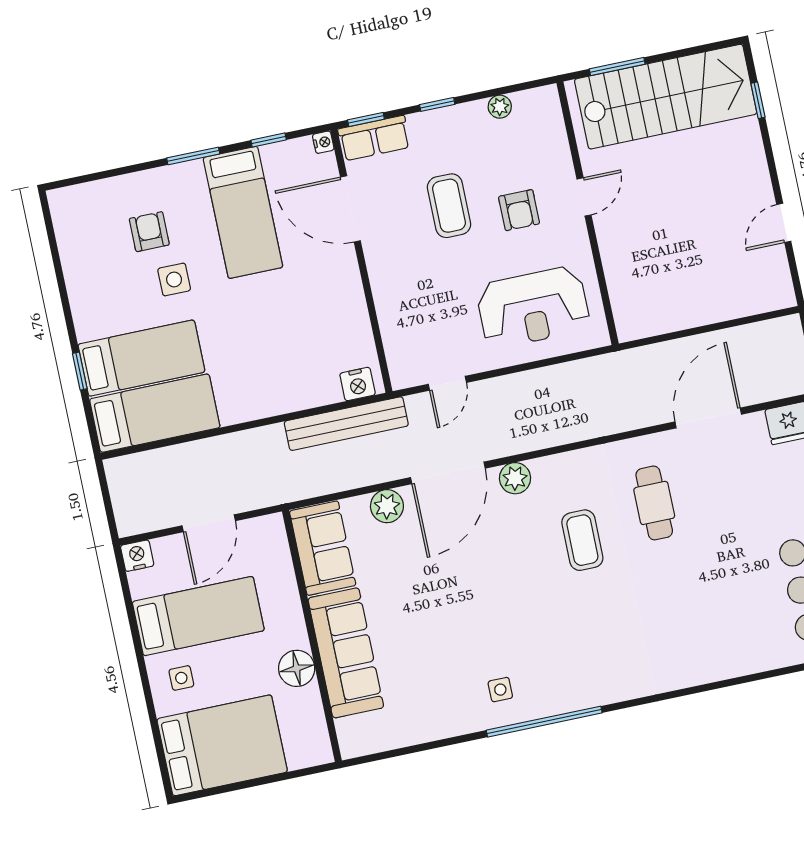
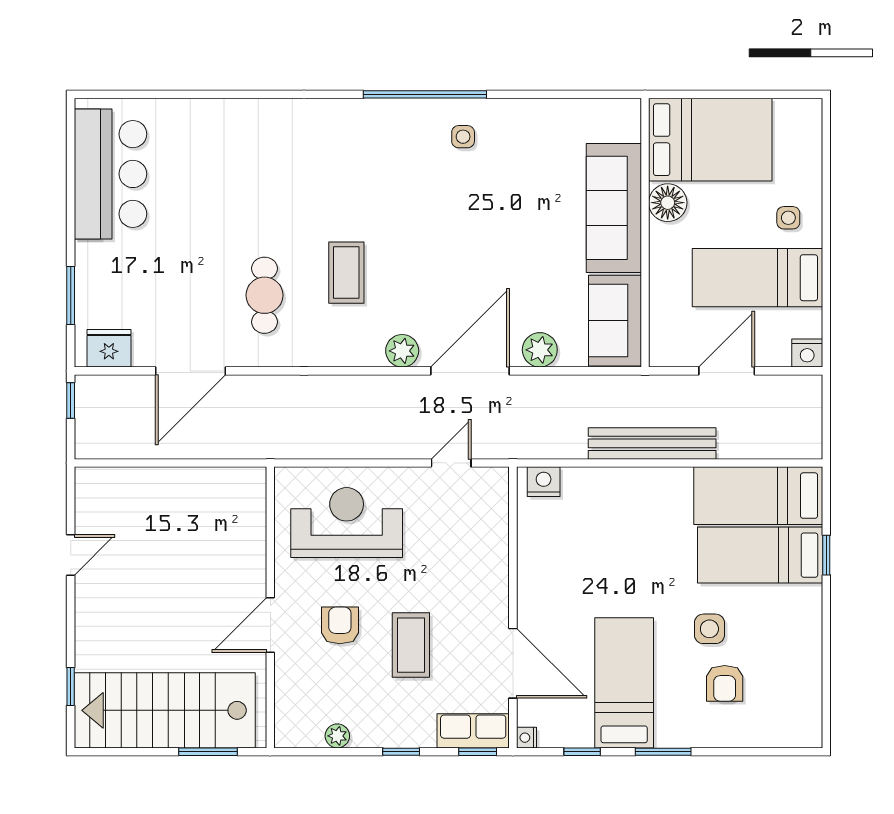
door: (584, 197) -> (270, 625), width x1.38
bench: (346, 424) -> (652, 443), moved
bed: (222, 745) -> (710, 140), moved, turned 180

